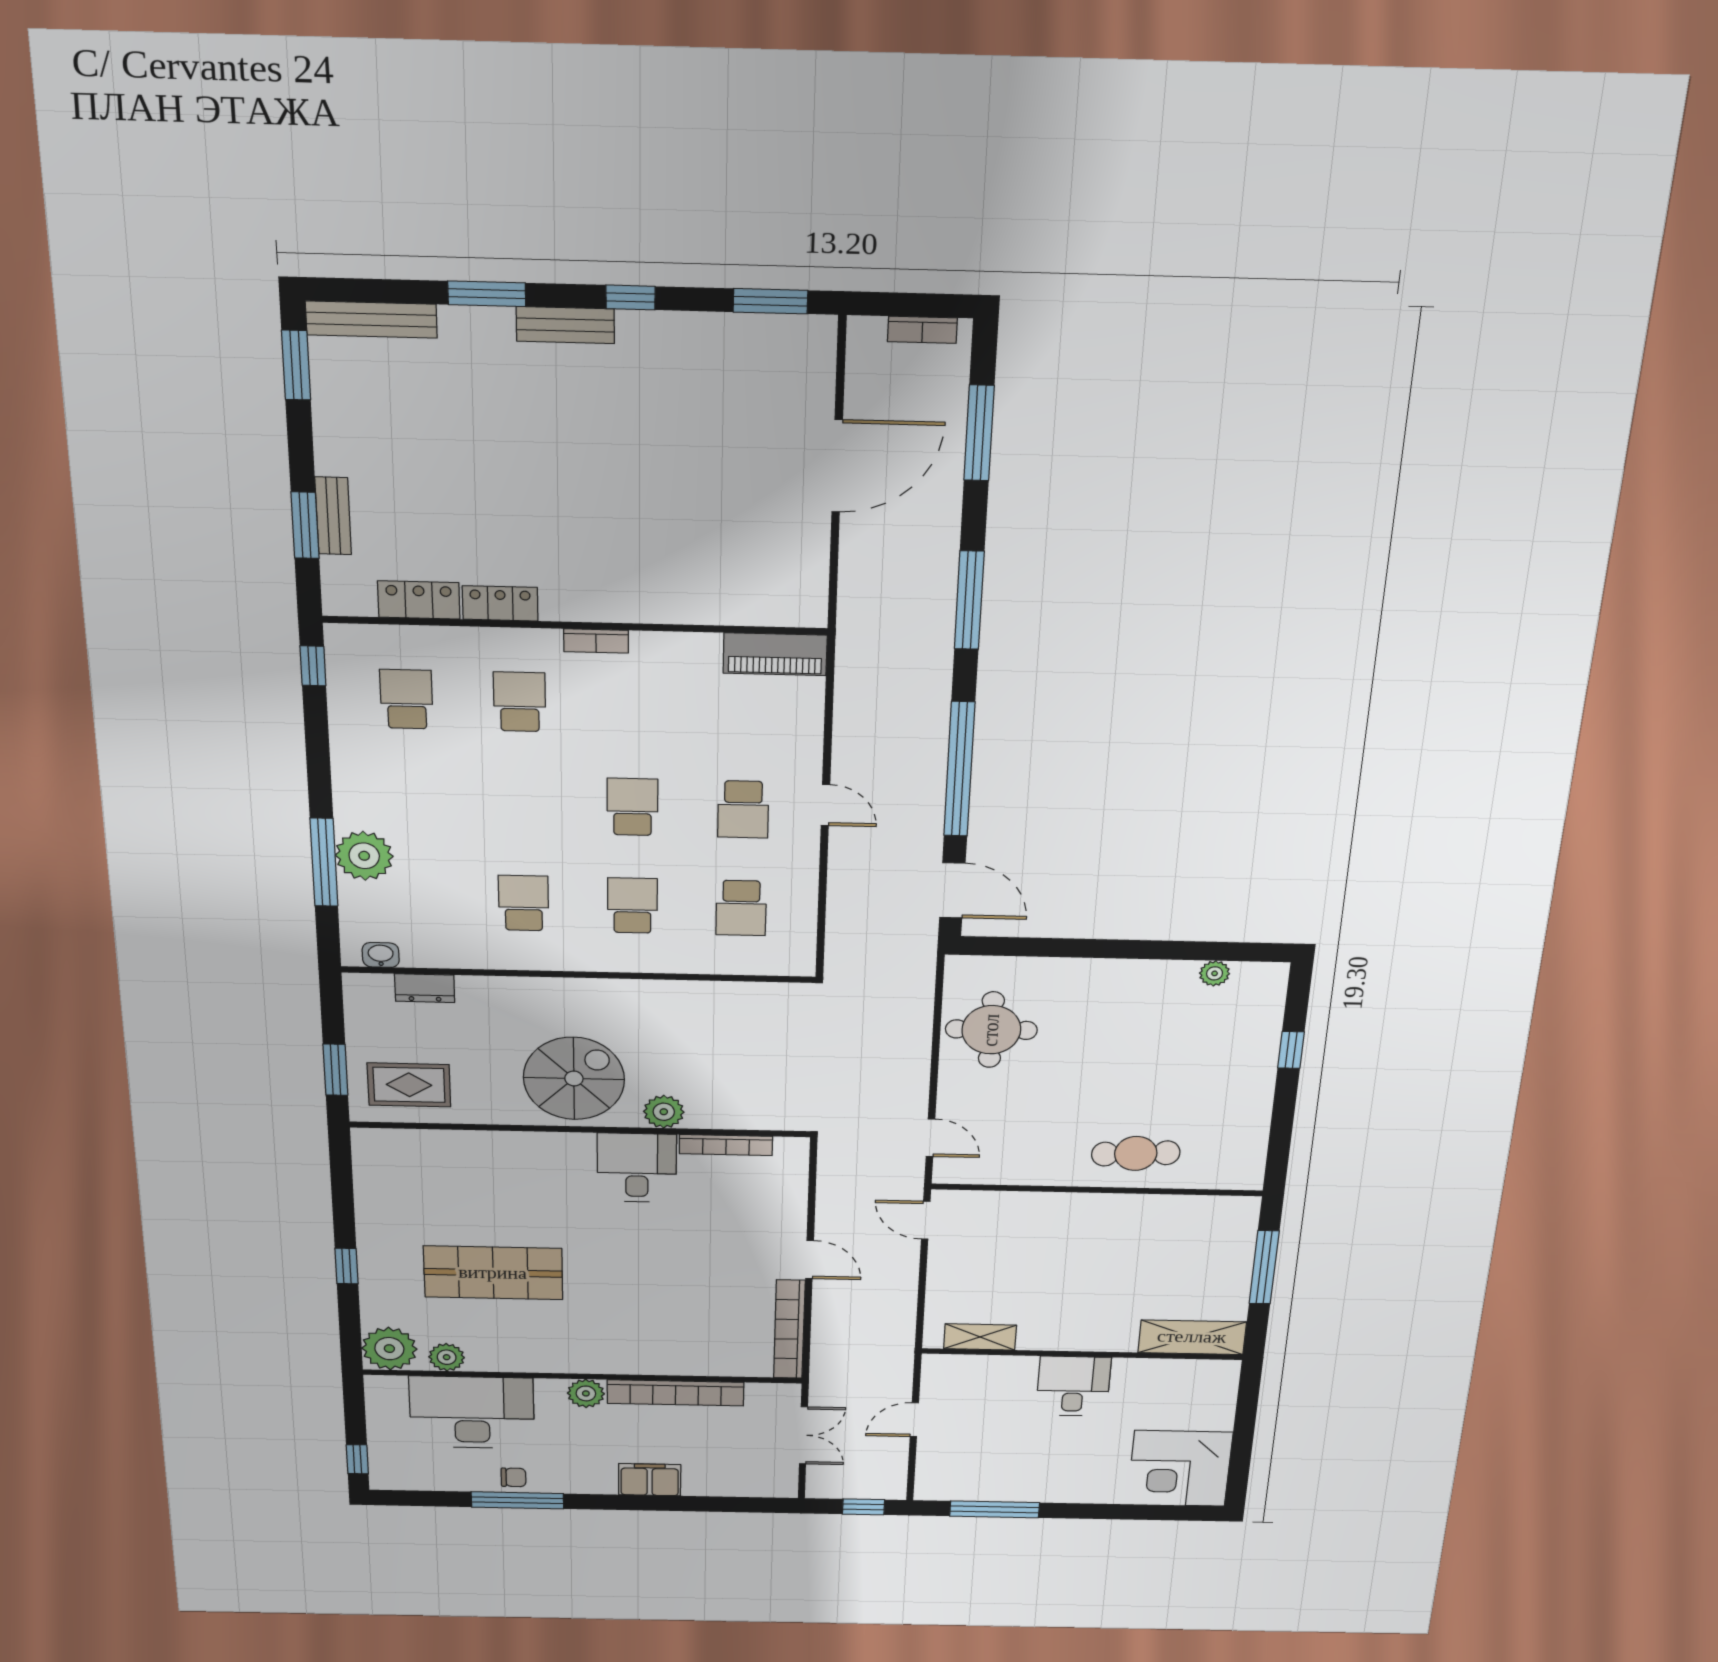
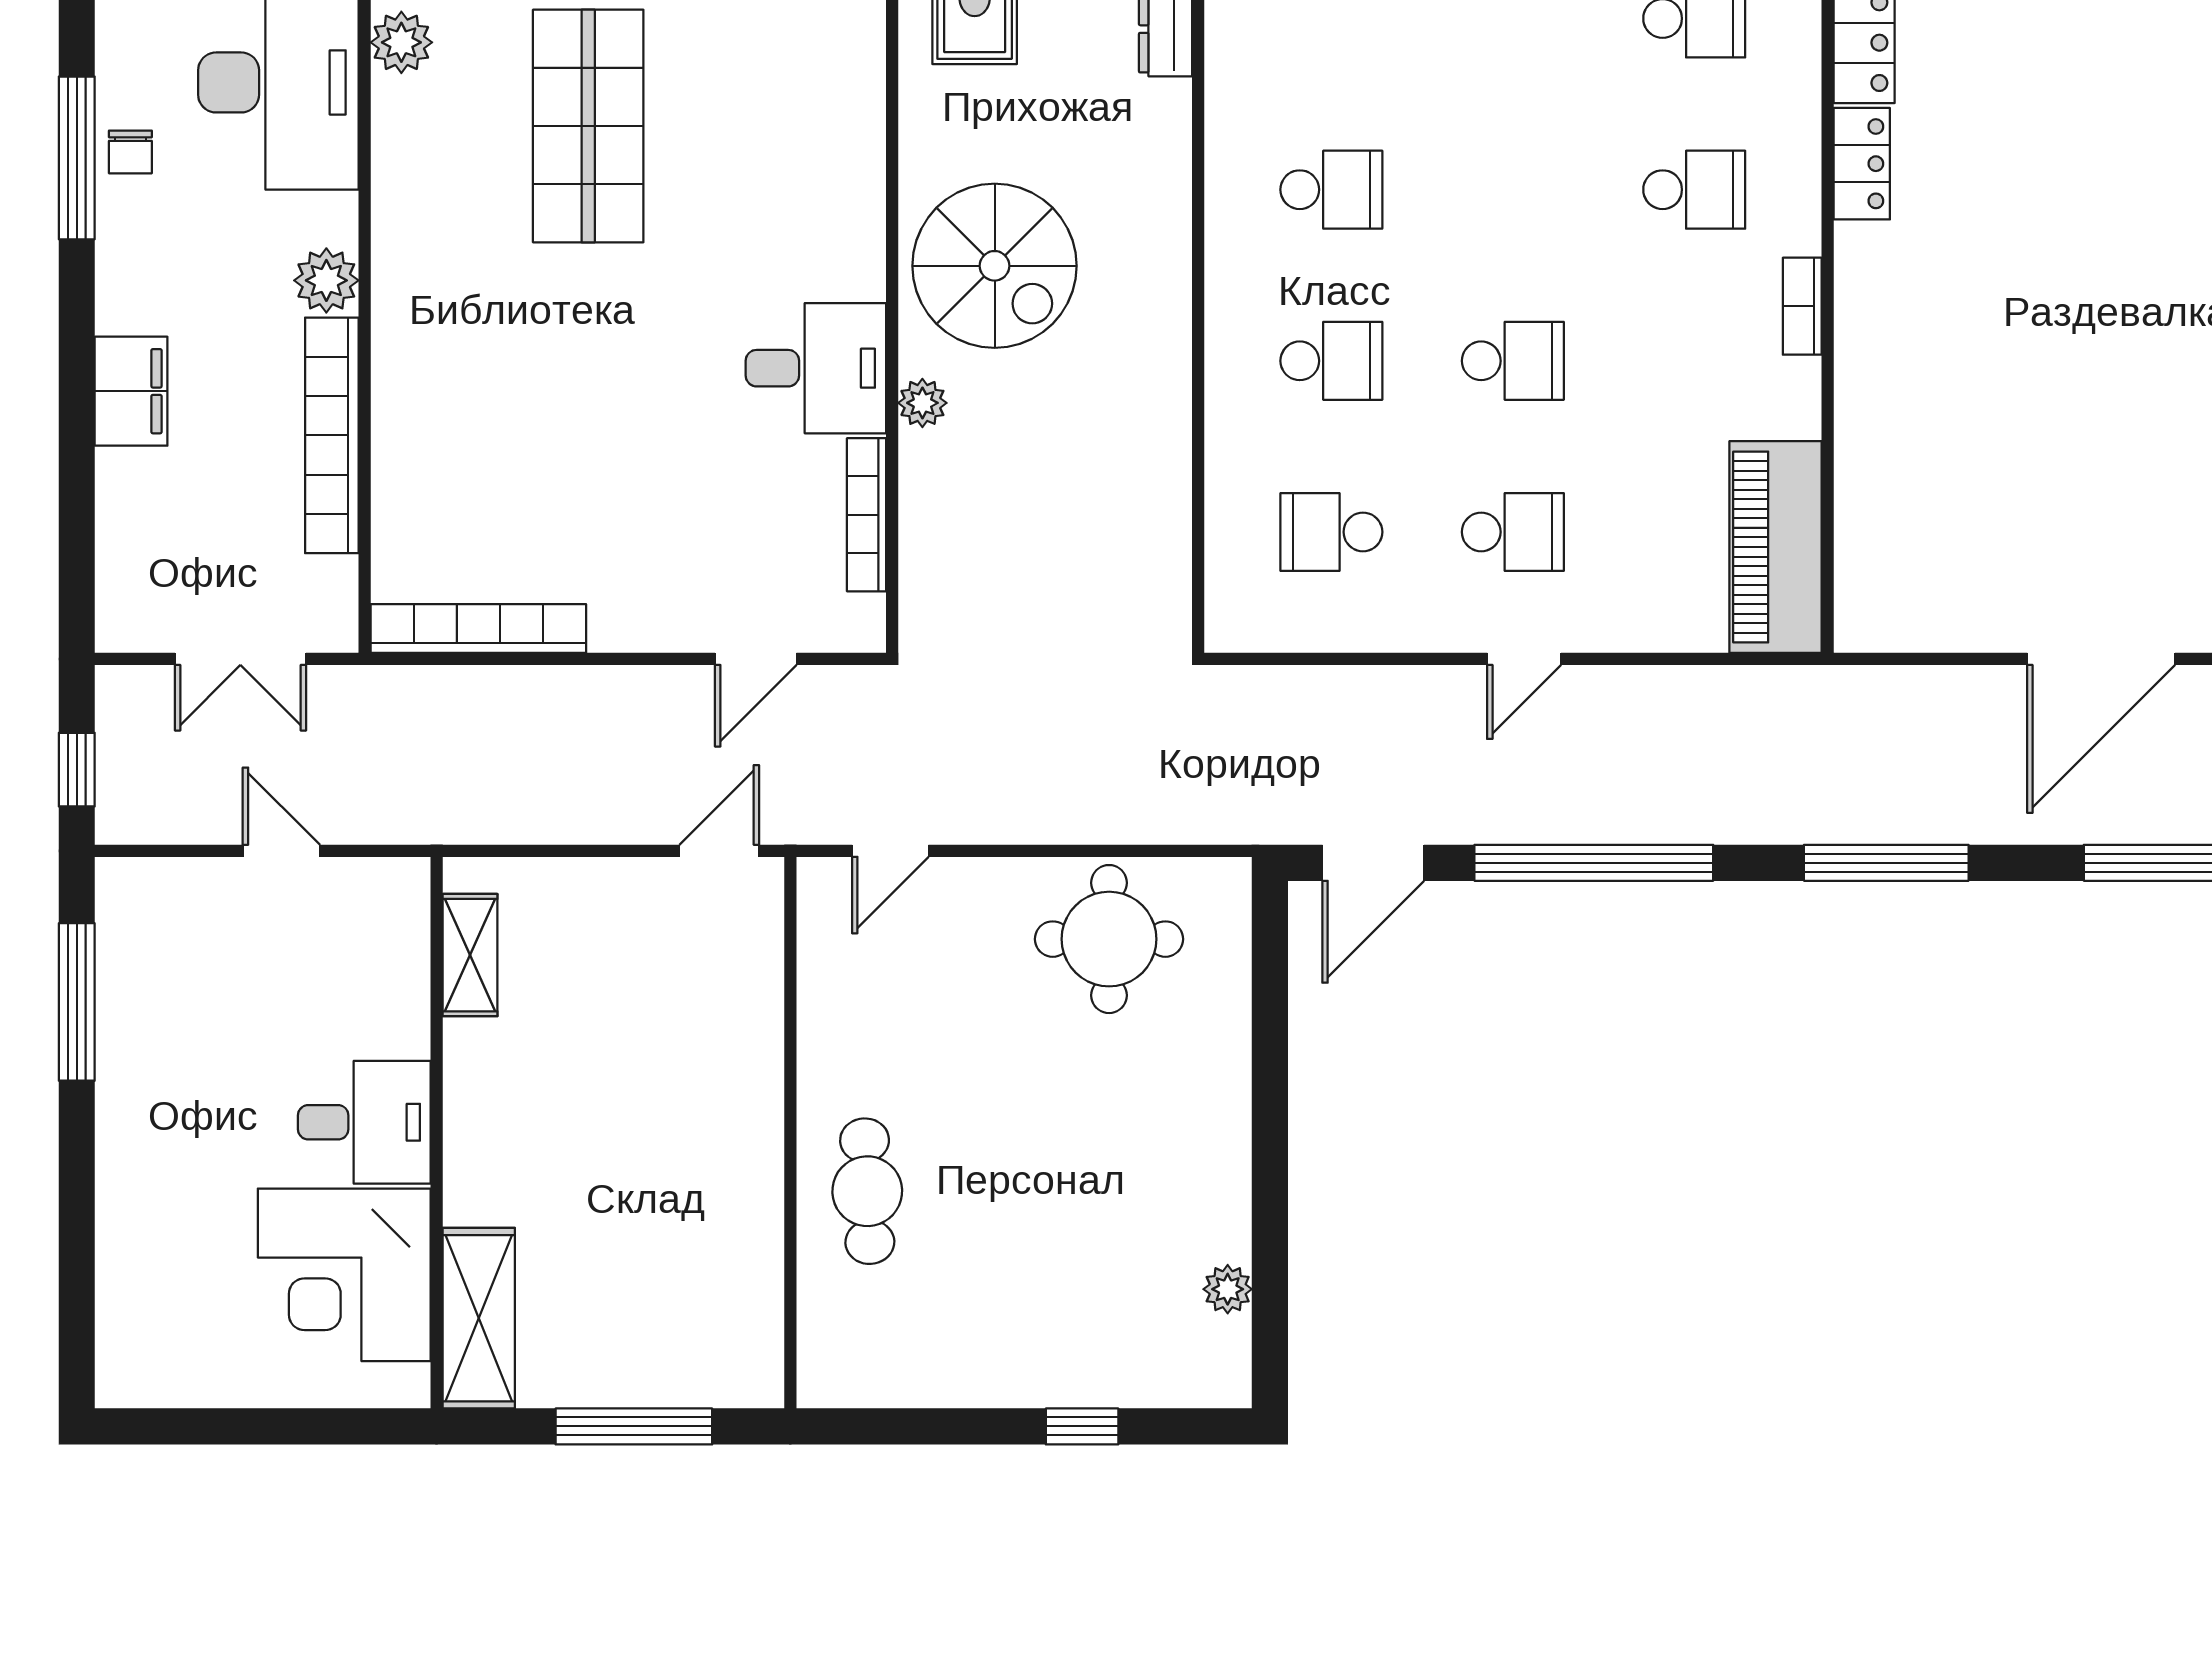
door: (837, 466) -> (2101, 659), hinge flipped
piano: (775, 654) -> (1776, 547), width x1.37, depth x1.33
school desk: (743, 809) -> (1513, 532), turned 180
plant: (664, 1112) -> (922, 403), width x0.73, depth x0.73
door: (810, 1260) -> (756, 659), moved
corner desk: (1180, 1468) -> (344, 1275), moved, turned -90

